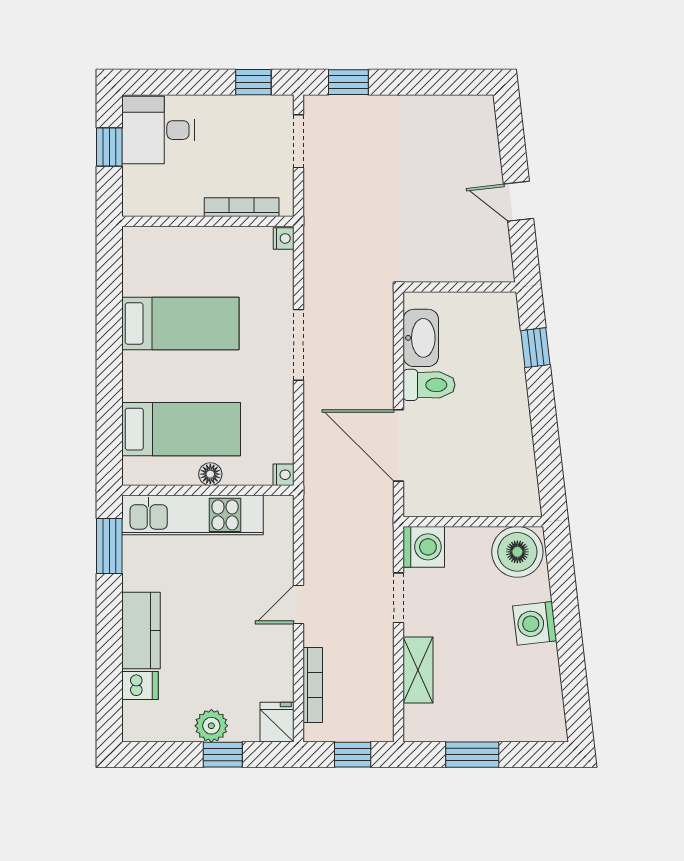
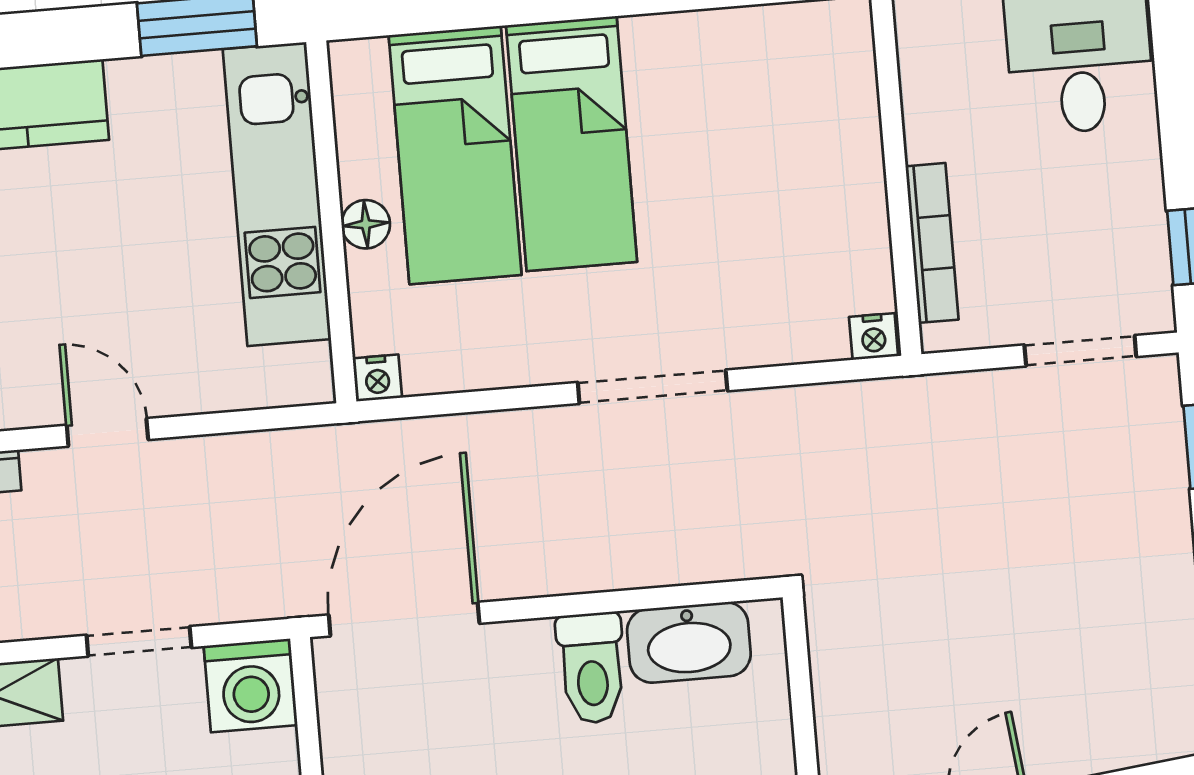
bed: (180, 323) -> (572, 144), moved
door: (399, 445) -> (404, 619), moved

